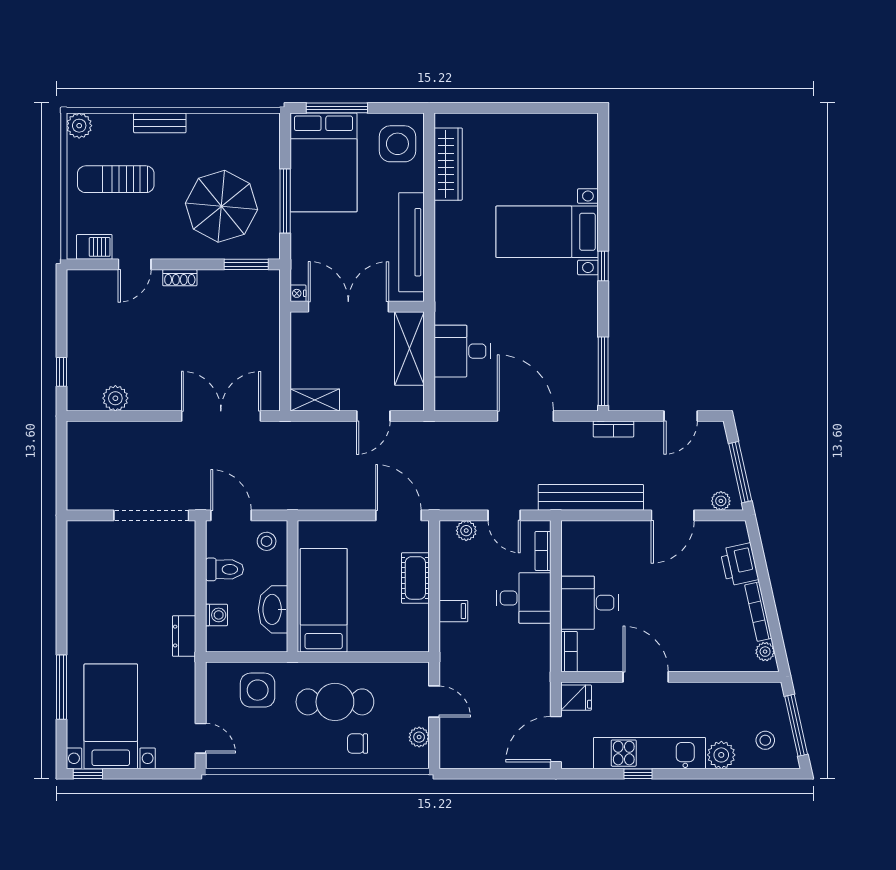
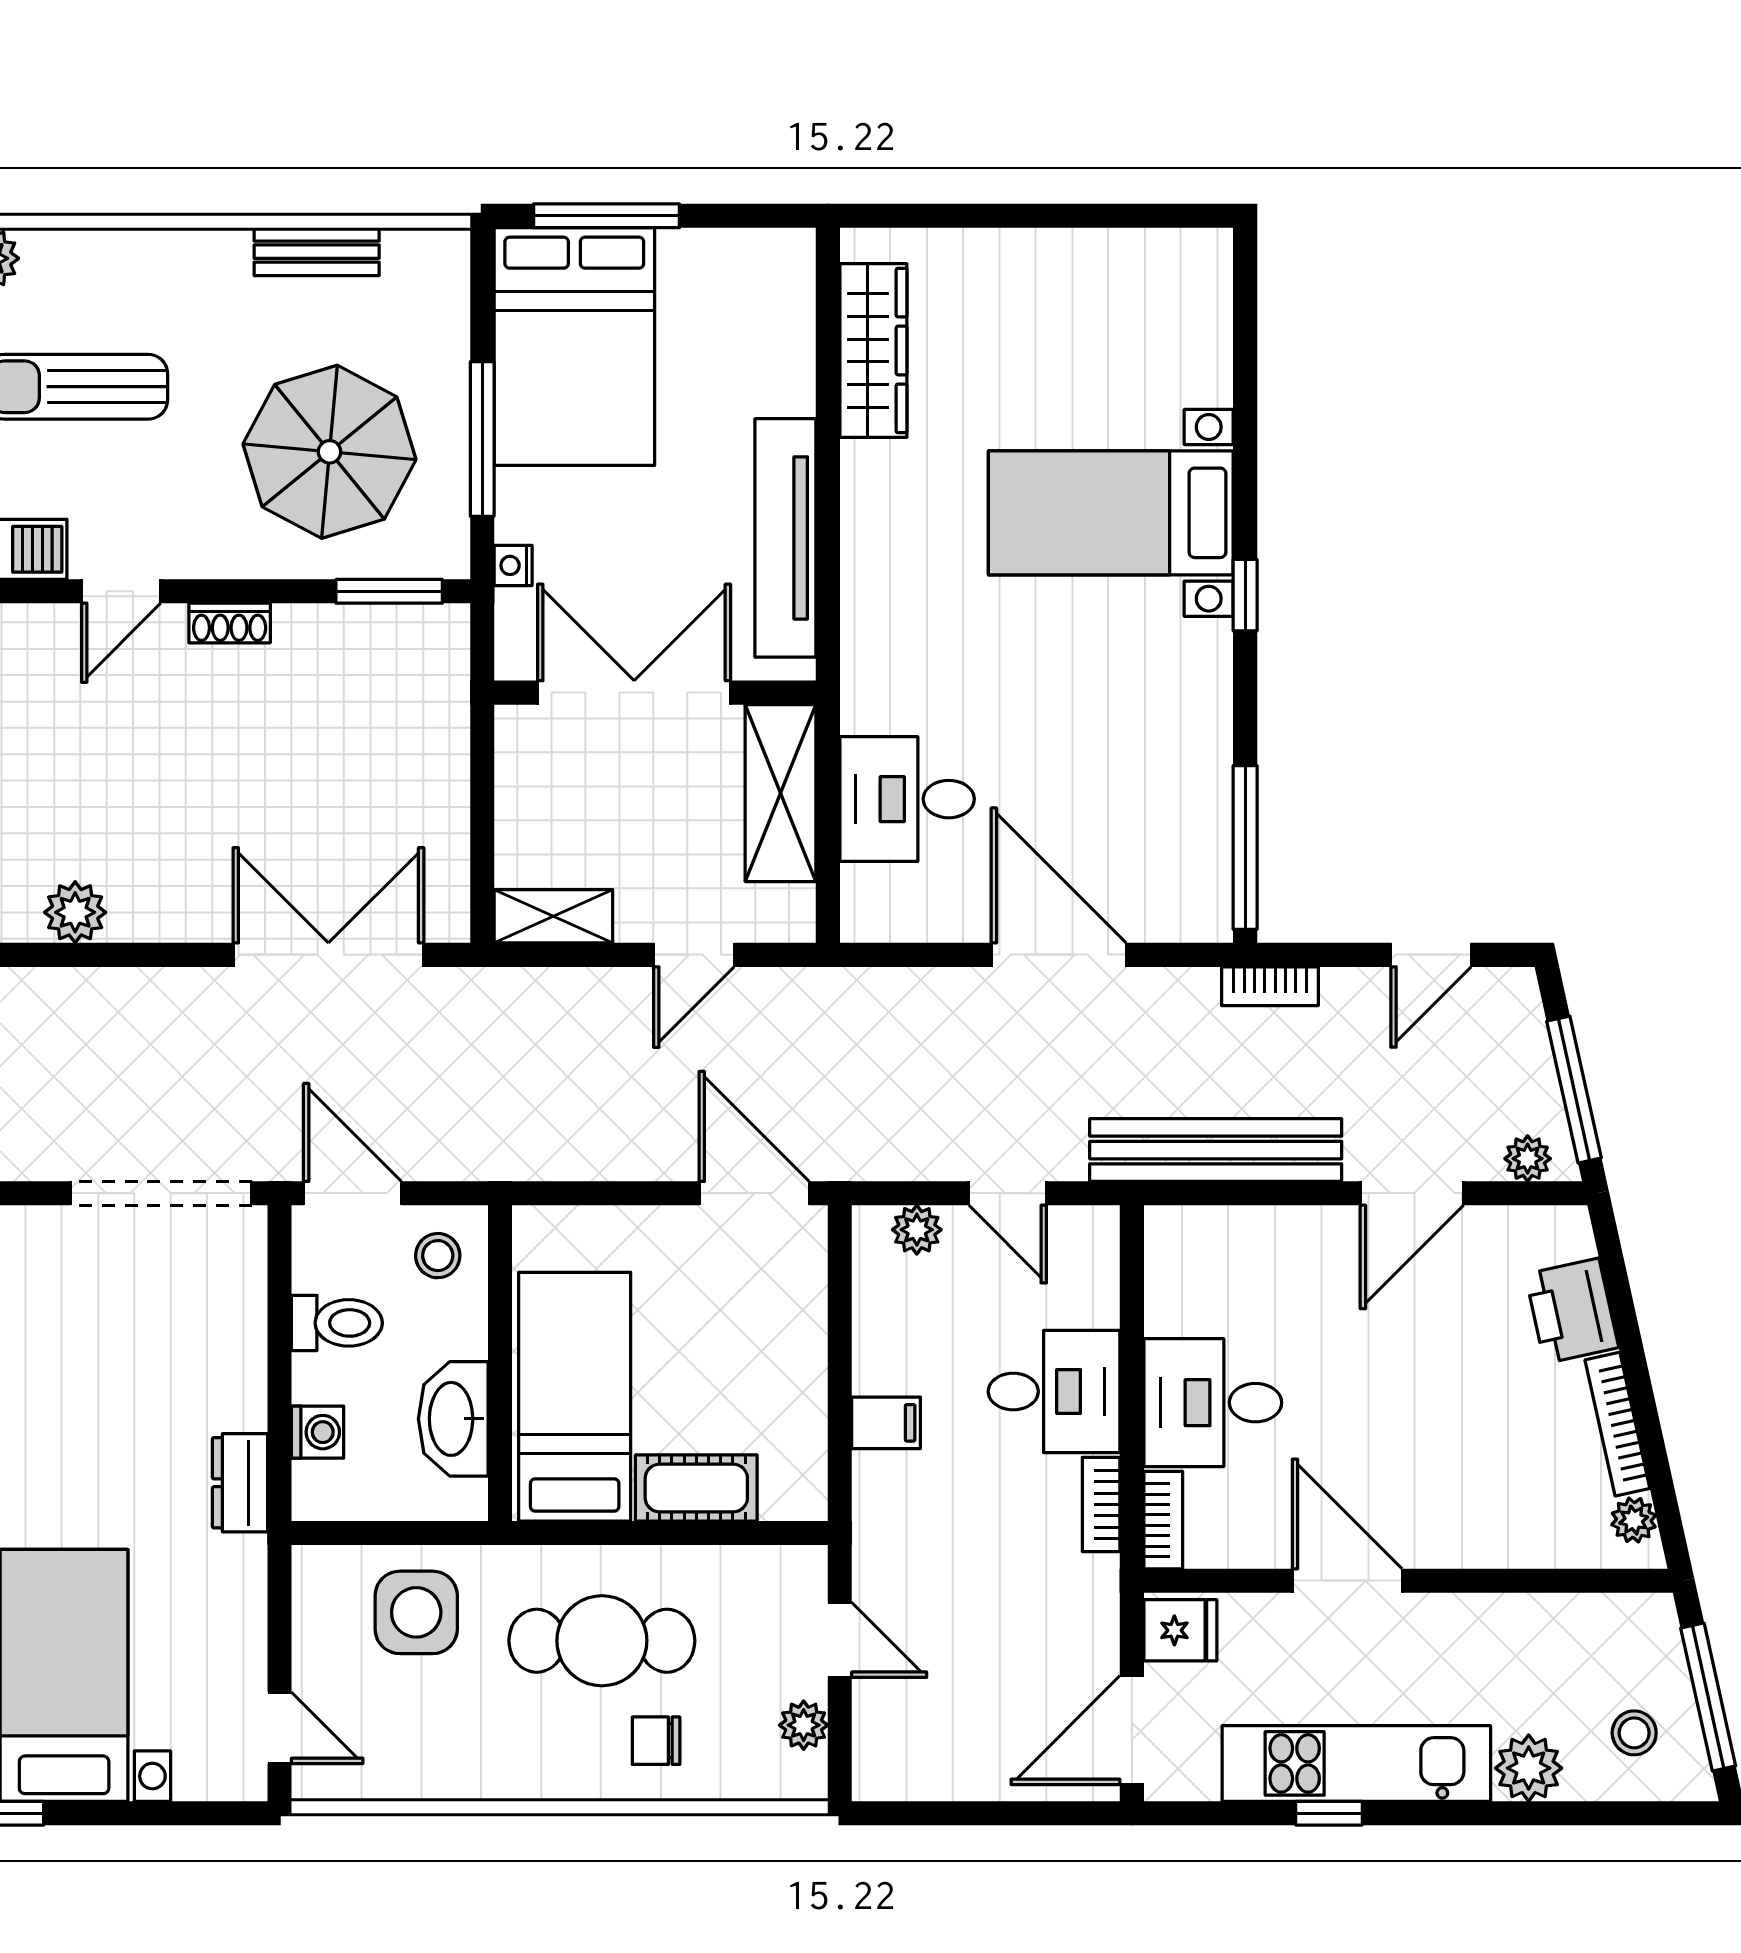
bench: (160, 123) -> (317, 252), moved
side table: (397, 144) -> (752, 302), removed
nightstand: (298, 293) -> (513, 565), moved
bookcase: (543, 551) -> (1101, 1504), moved
cot: (415, 578) -> (696, 1488), moved, turned 90

